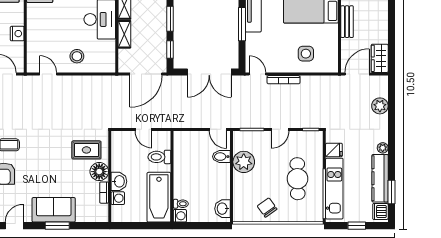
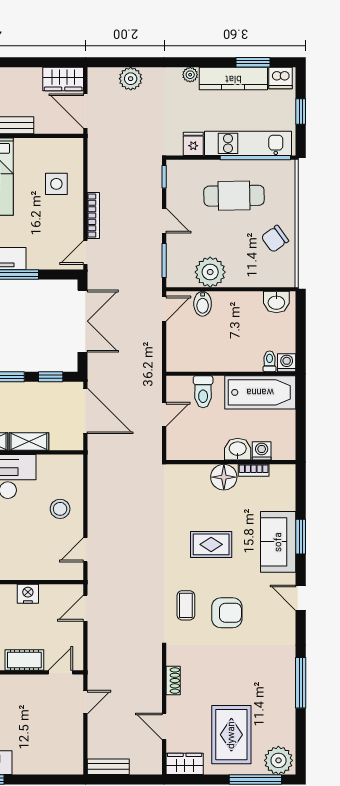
rug: (86, 150) -> (211, 544), moved, turned 90

